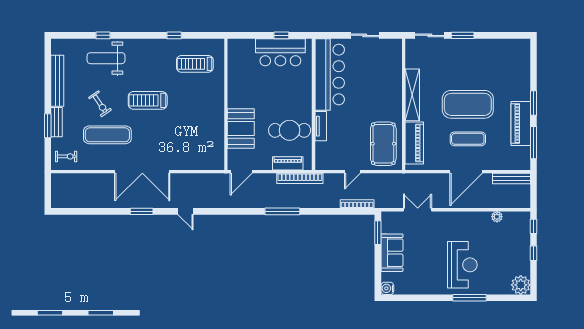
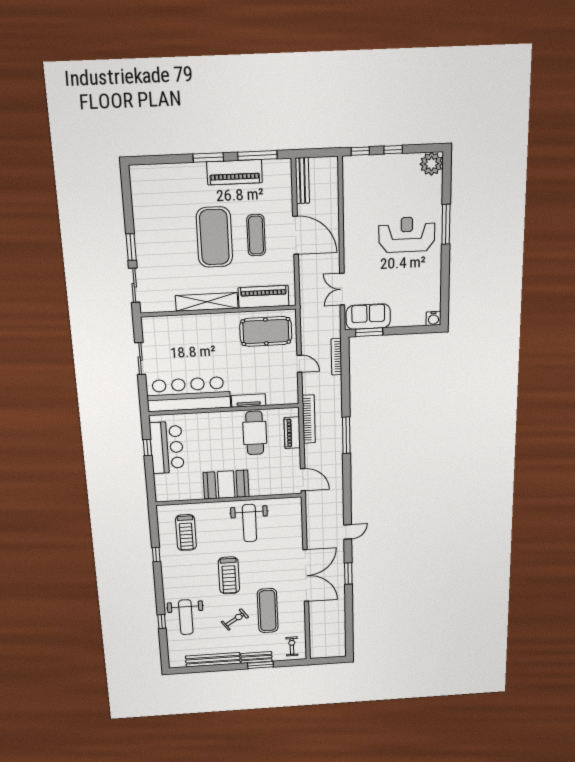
weight bench: (201, 122) -> (250, 523), added
booth: (241, 129) -> (226, 485), moved
plant: (497, 217) -> (349, 196), removed
sofa: (392, 253) -> (368, 317), moved

